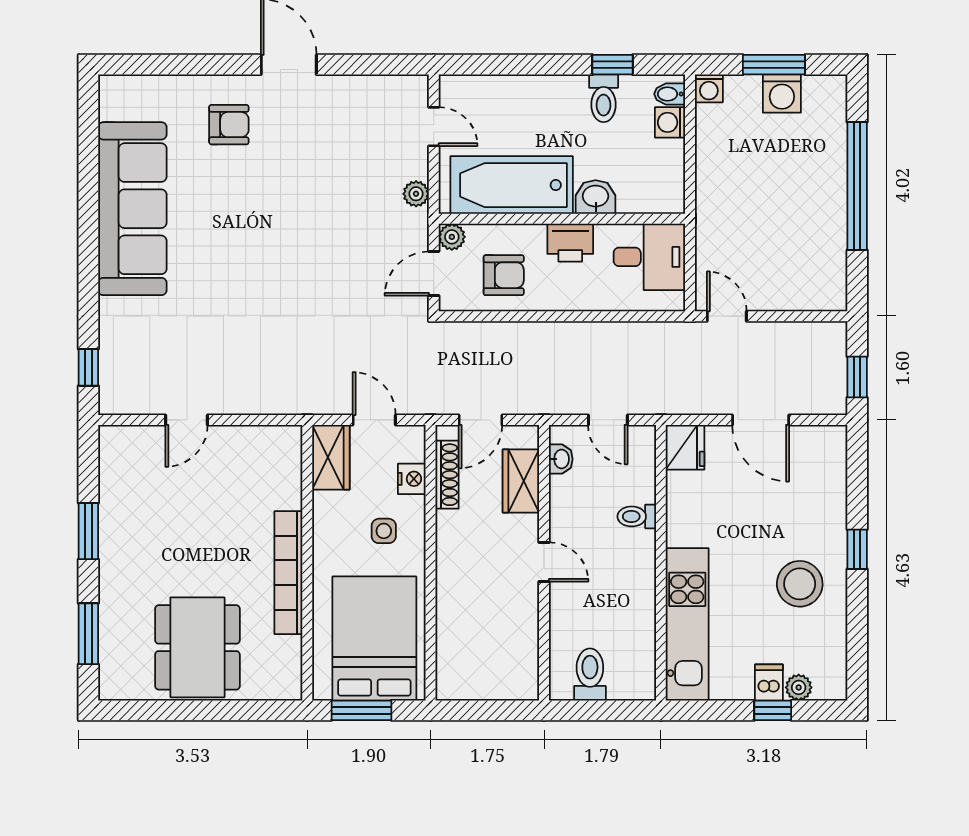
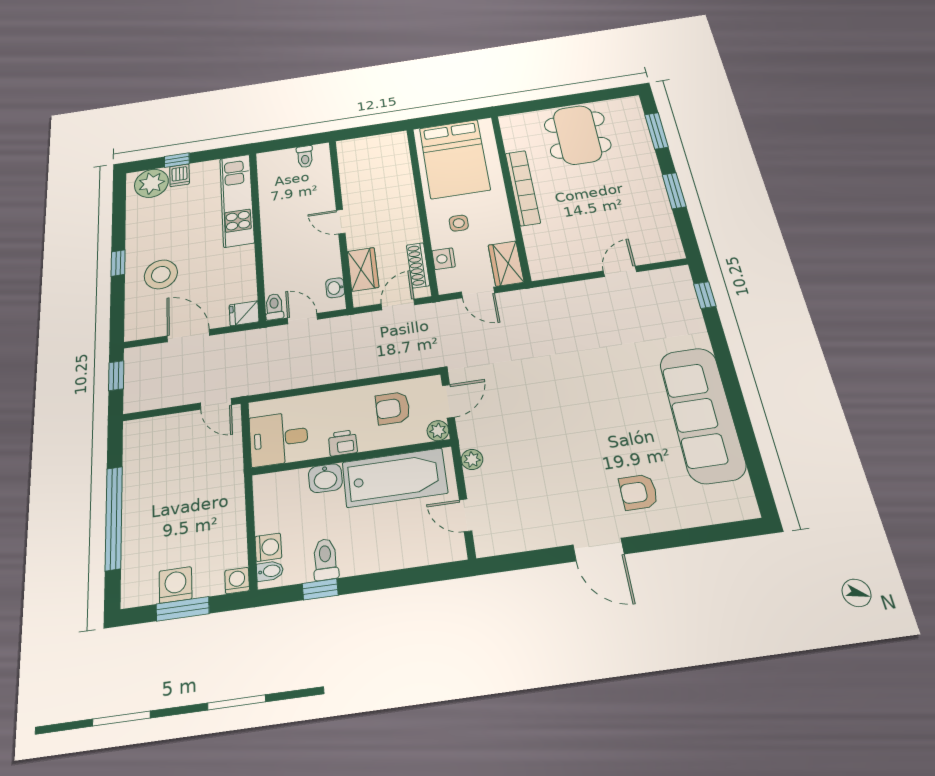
printer: (570, 243) -> (343, 443), width x0.73, depth x0.81
fridge: (685, 447) -> (244, 313), width x0.72
toilet: (637, 516) -> (274, 307), moved, turned -90
stool: (800, 584) -> (161, 274), moved
toilet: (590, 674) -> (305, 157), width x0.73, depth x0.72
plant: (799, 687) -> (151, 183), width x1.87, depth x1.87
window: (361, 710) -> (456, 117), removed

